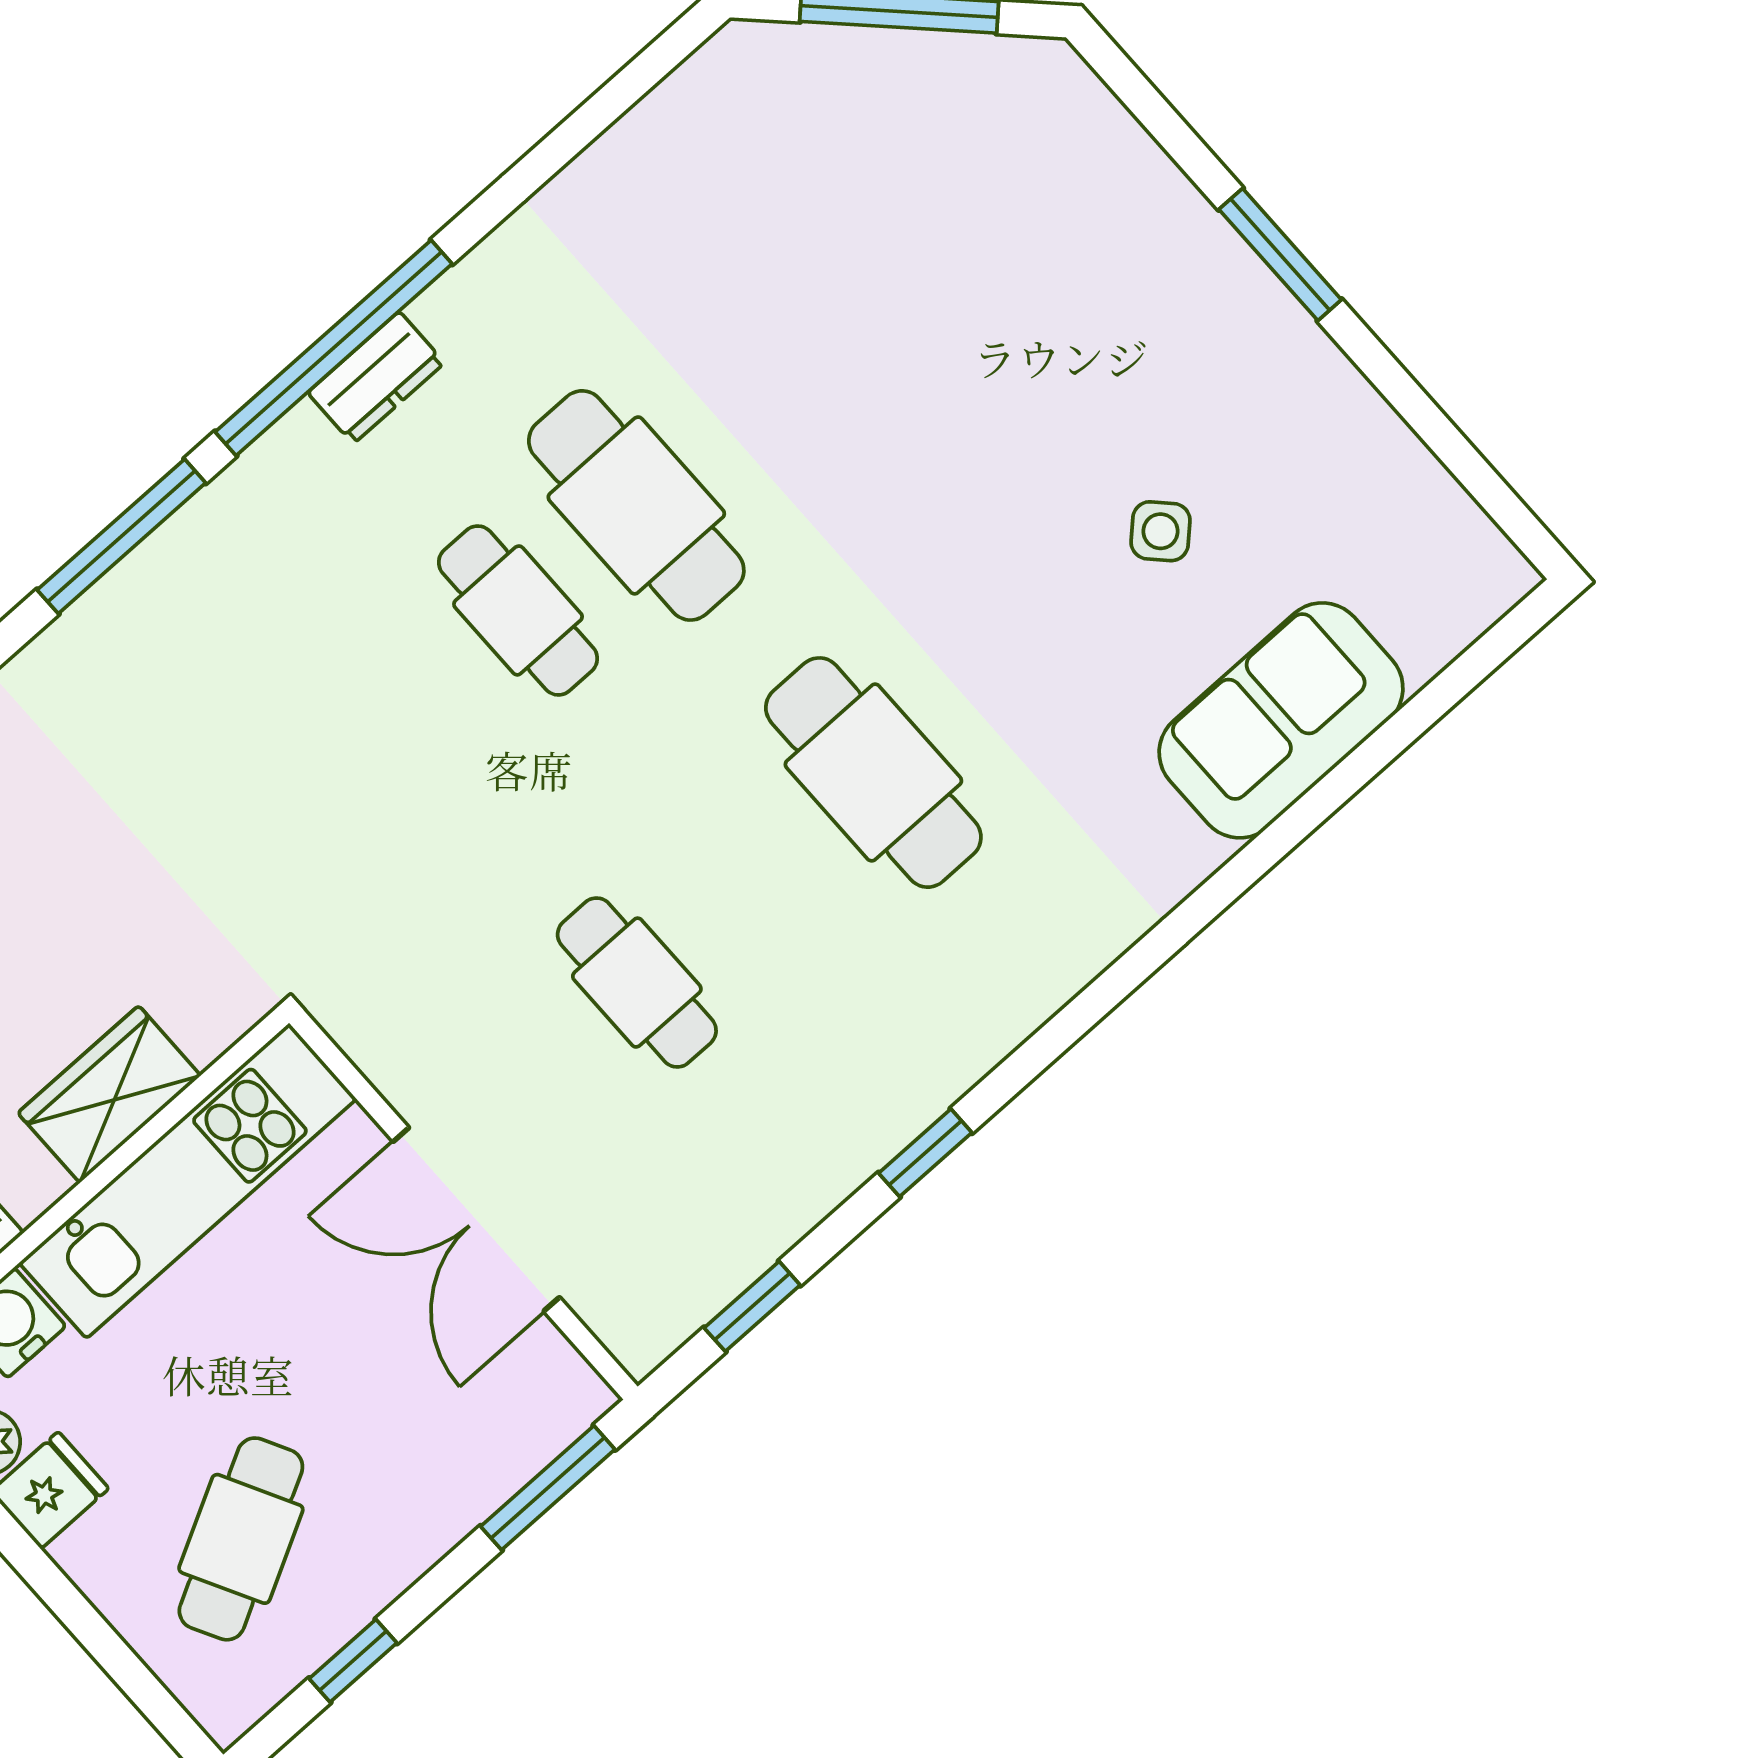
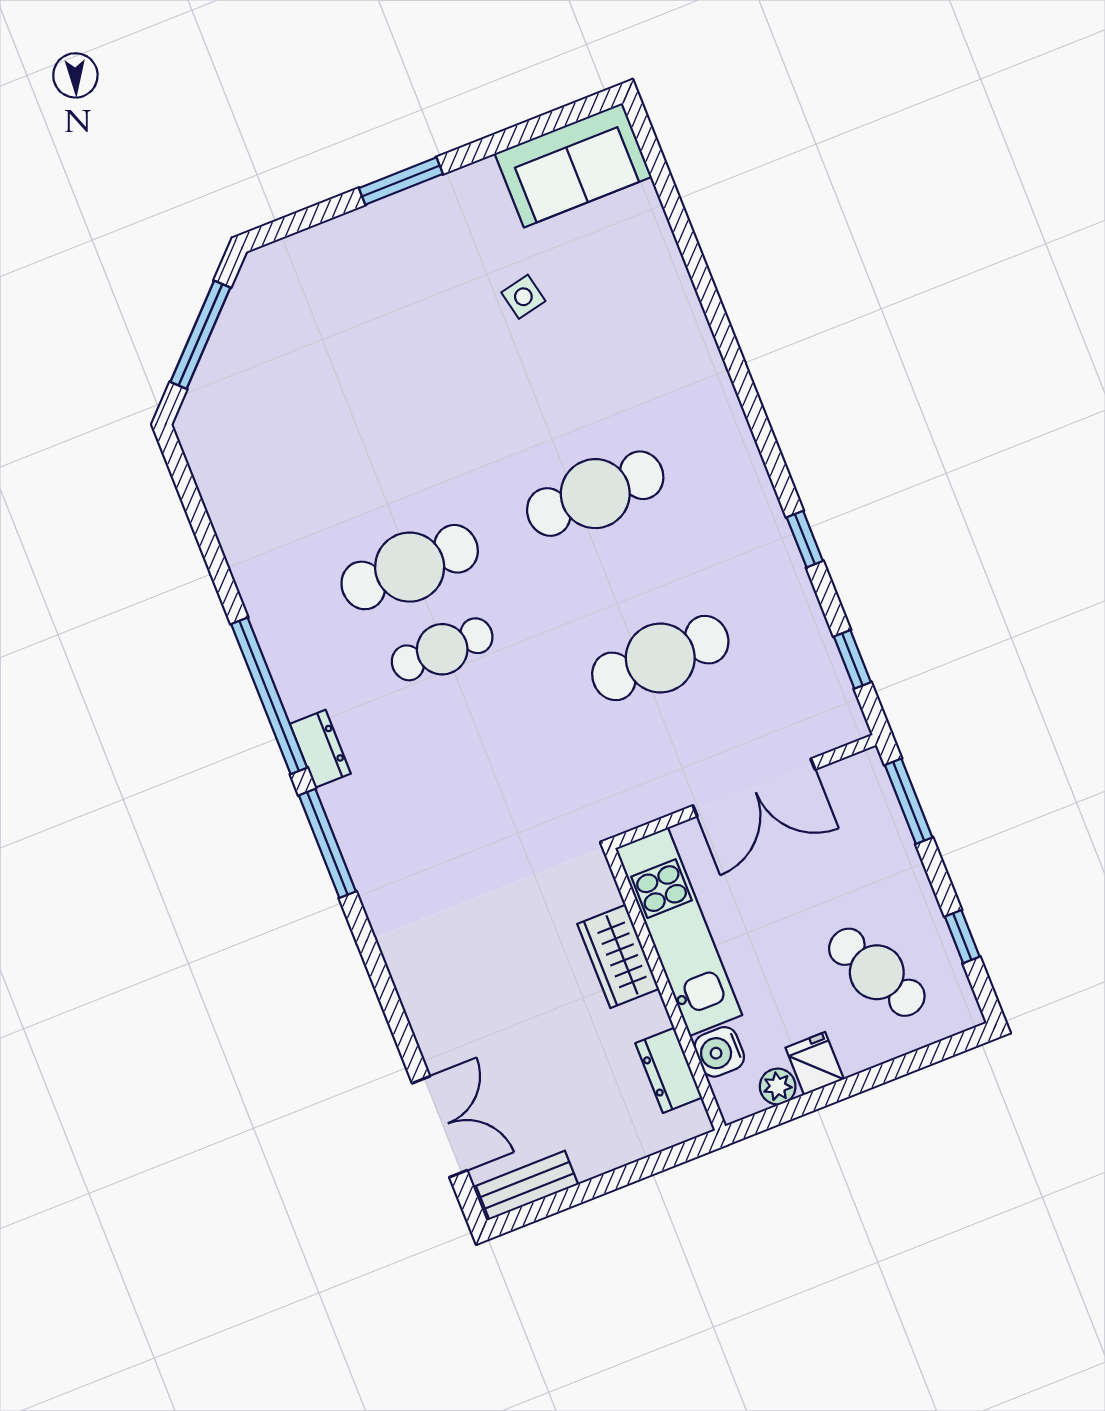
dresser: (376, 378) -> (320, 749), moved
side table: (1161, 531) -> (523, 297), turned 32
sofa: (1281, 720) -> (573, 165), moved, turned -90
cafe table: (637, 983) -> (660, 658), width x1.37, depth x1.35

